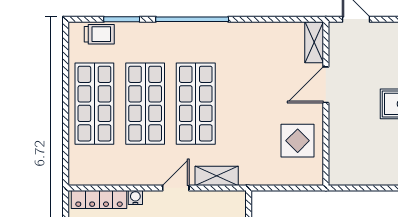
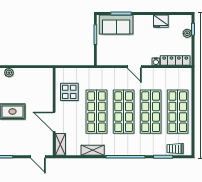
door: (326, 85) -> (54, 122), swing flipped
shop shelf: (246, 104) -> (97, 112), added
shelving: (217, 176) -> (93, 150), moved
door: (176, 188) -> (134, 67), hinge flipped

